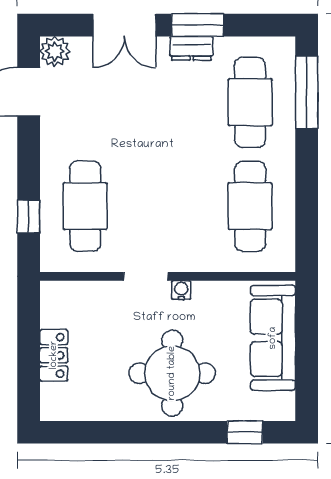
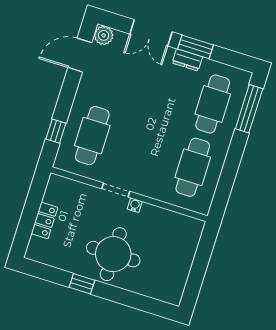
sofa: (273, 338) -> (181, 252), removed
window: (245, 432) -> (82, 284), moved

